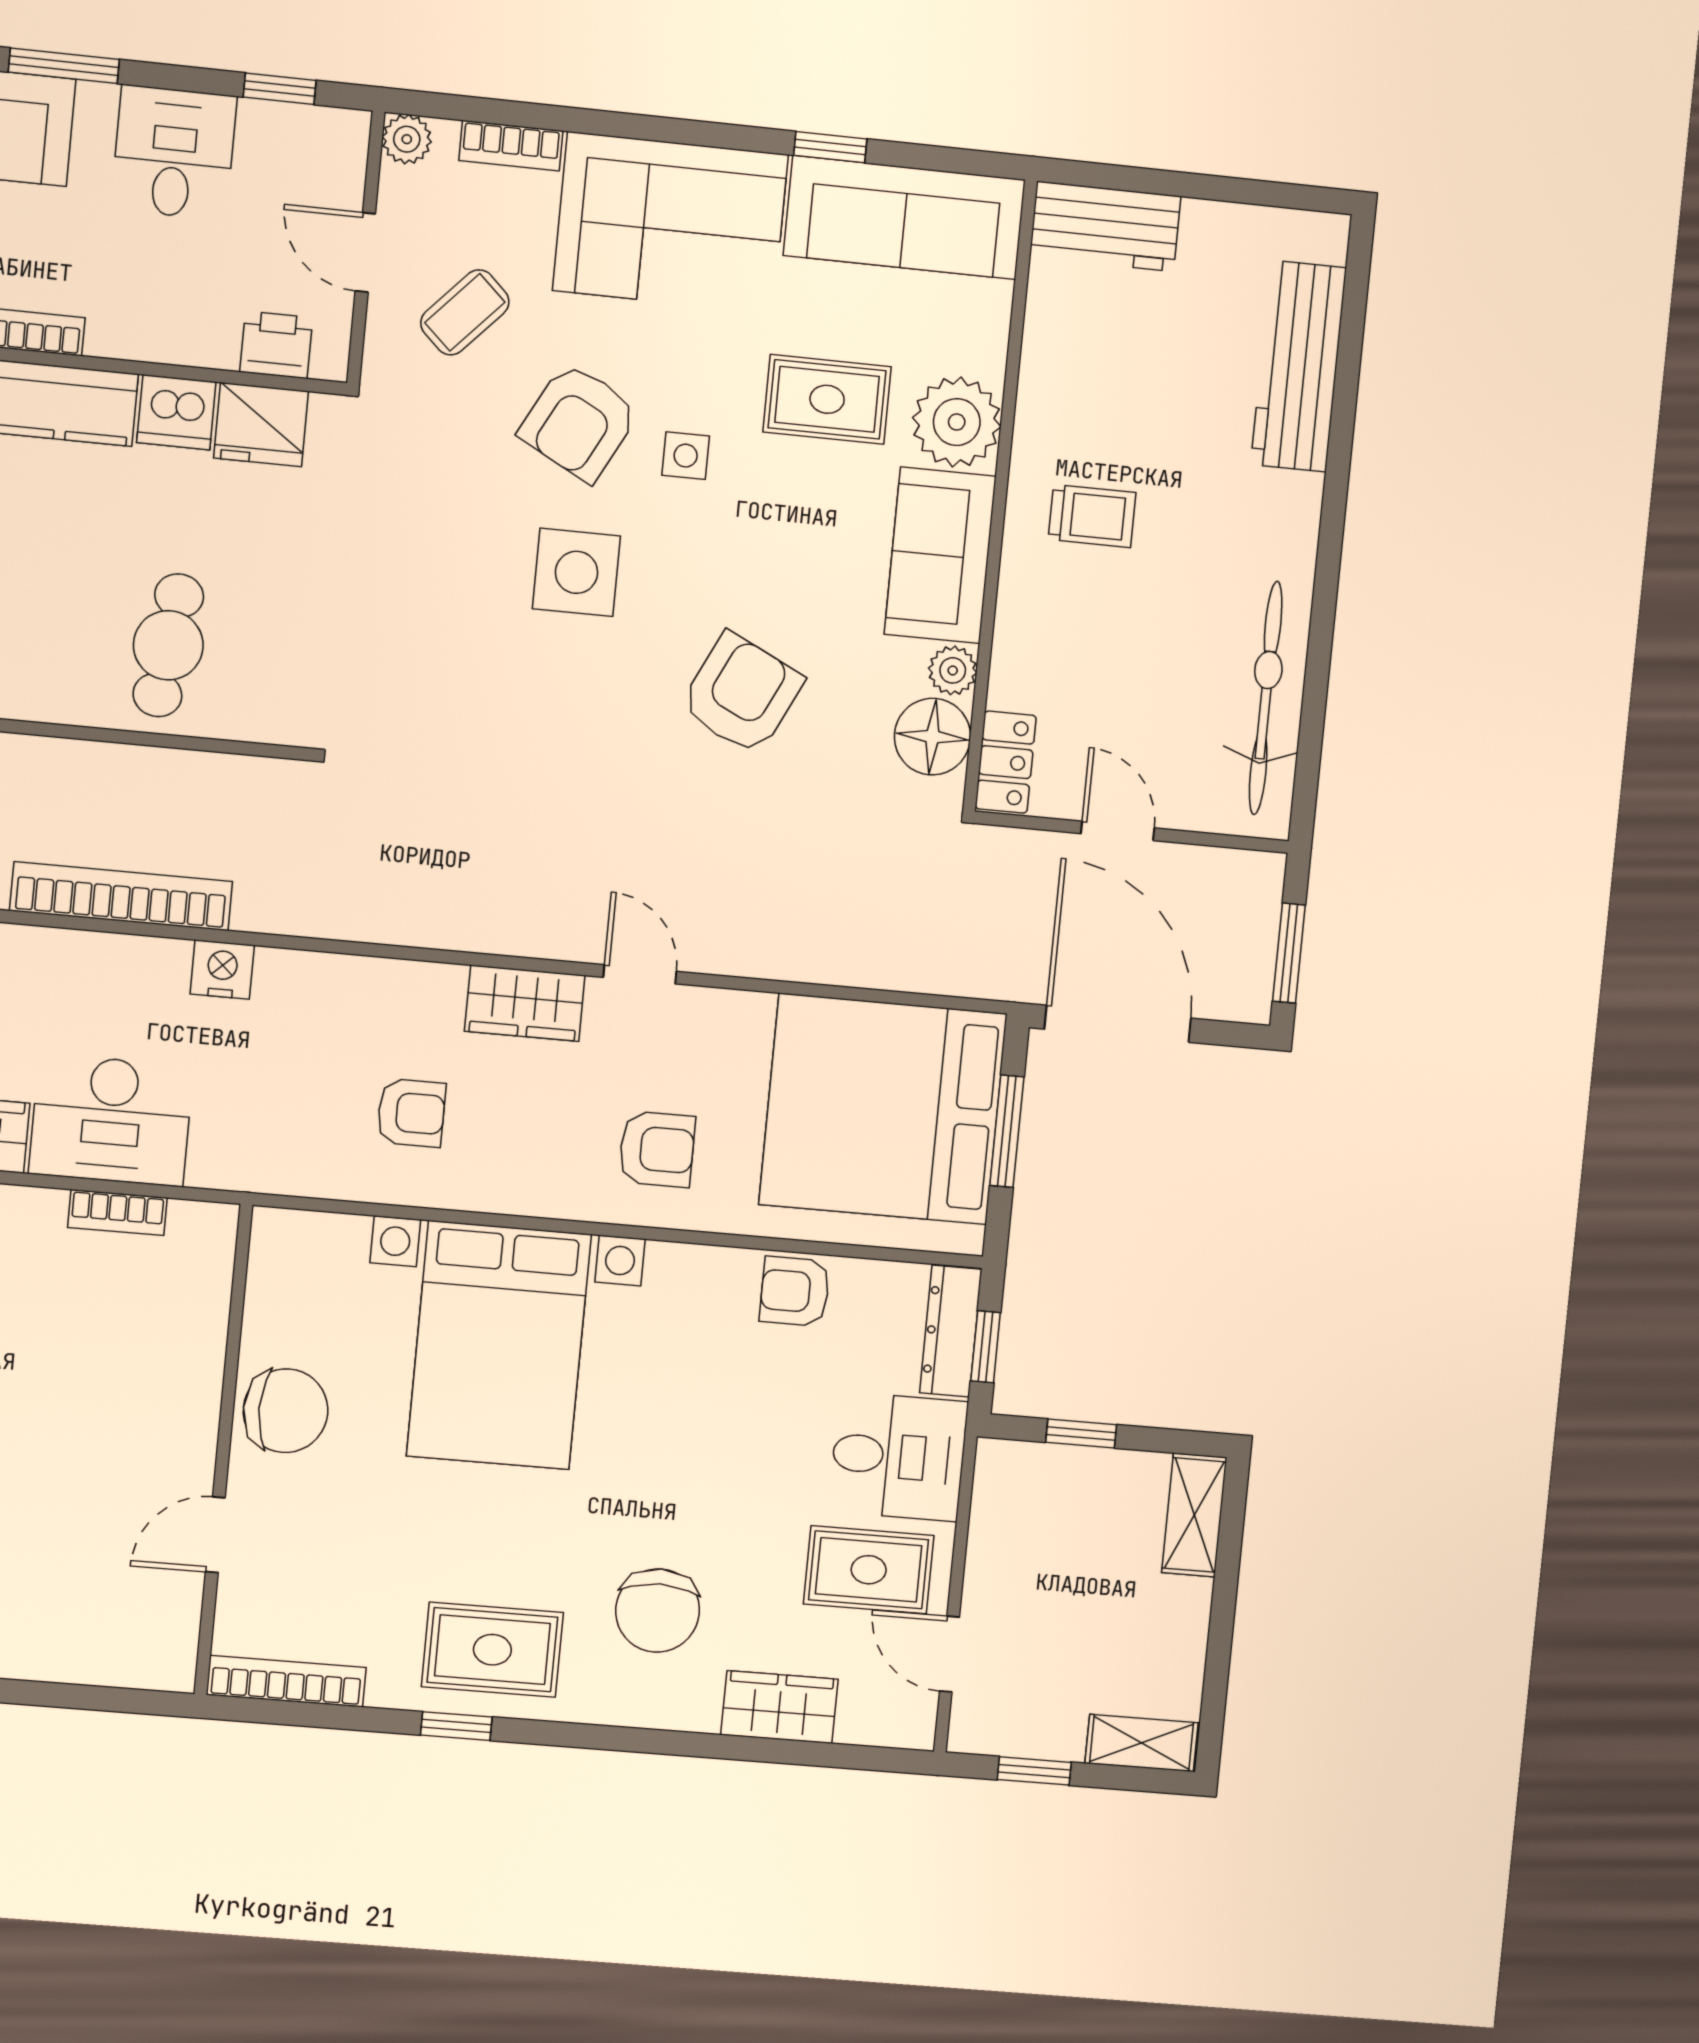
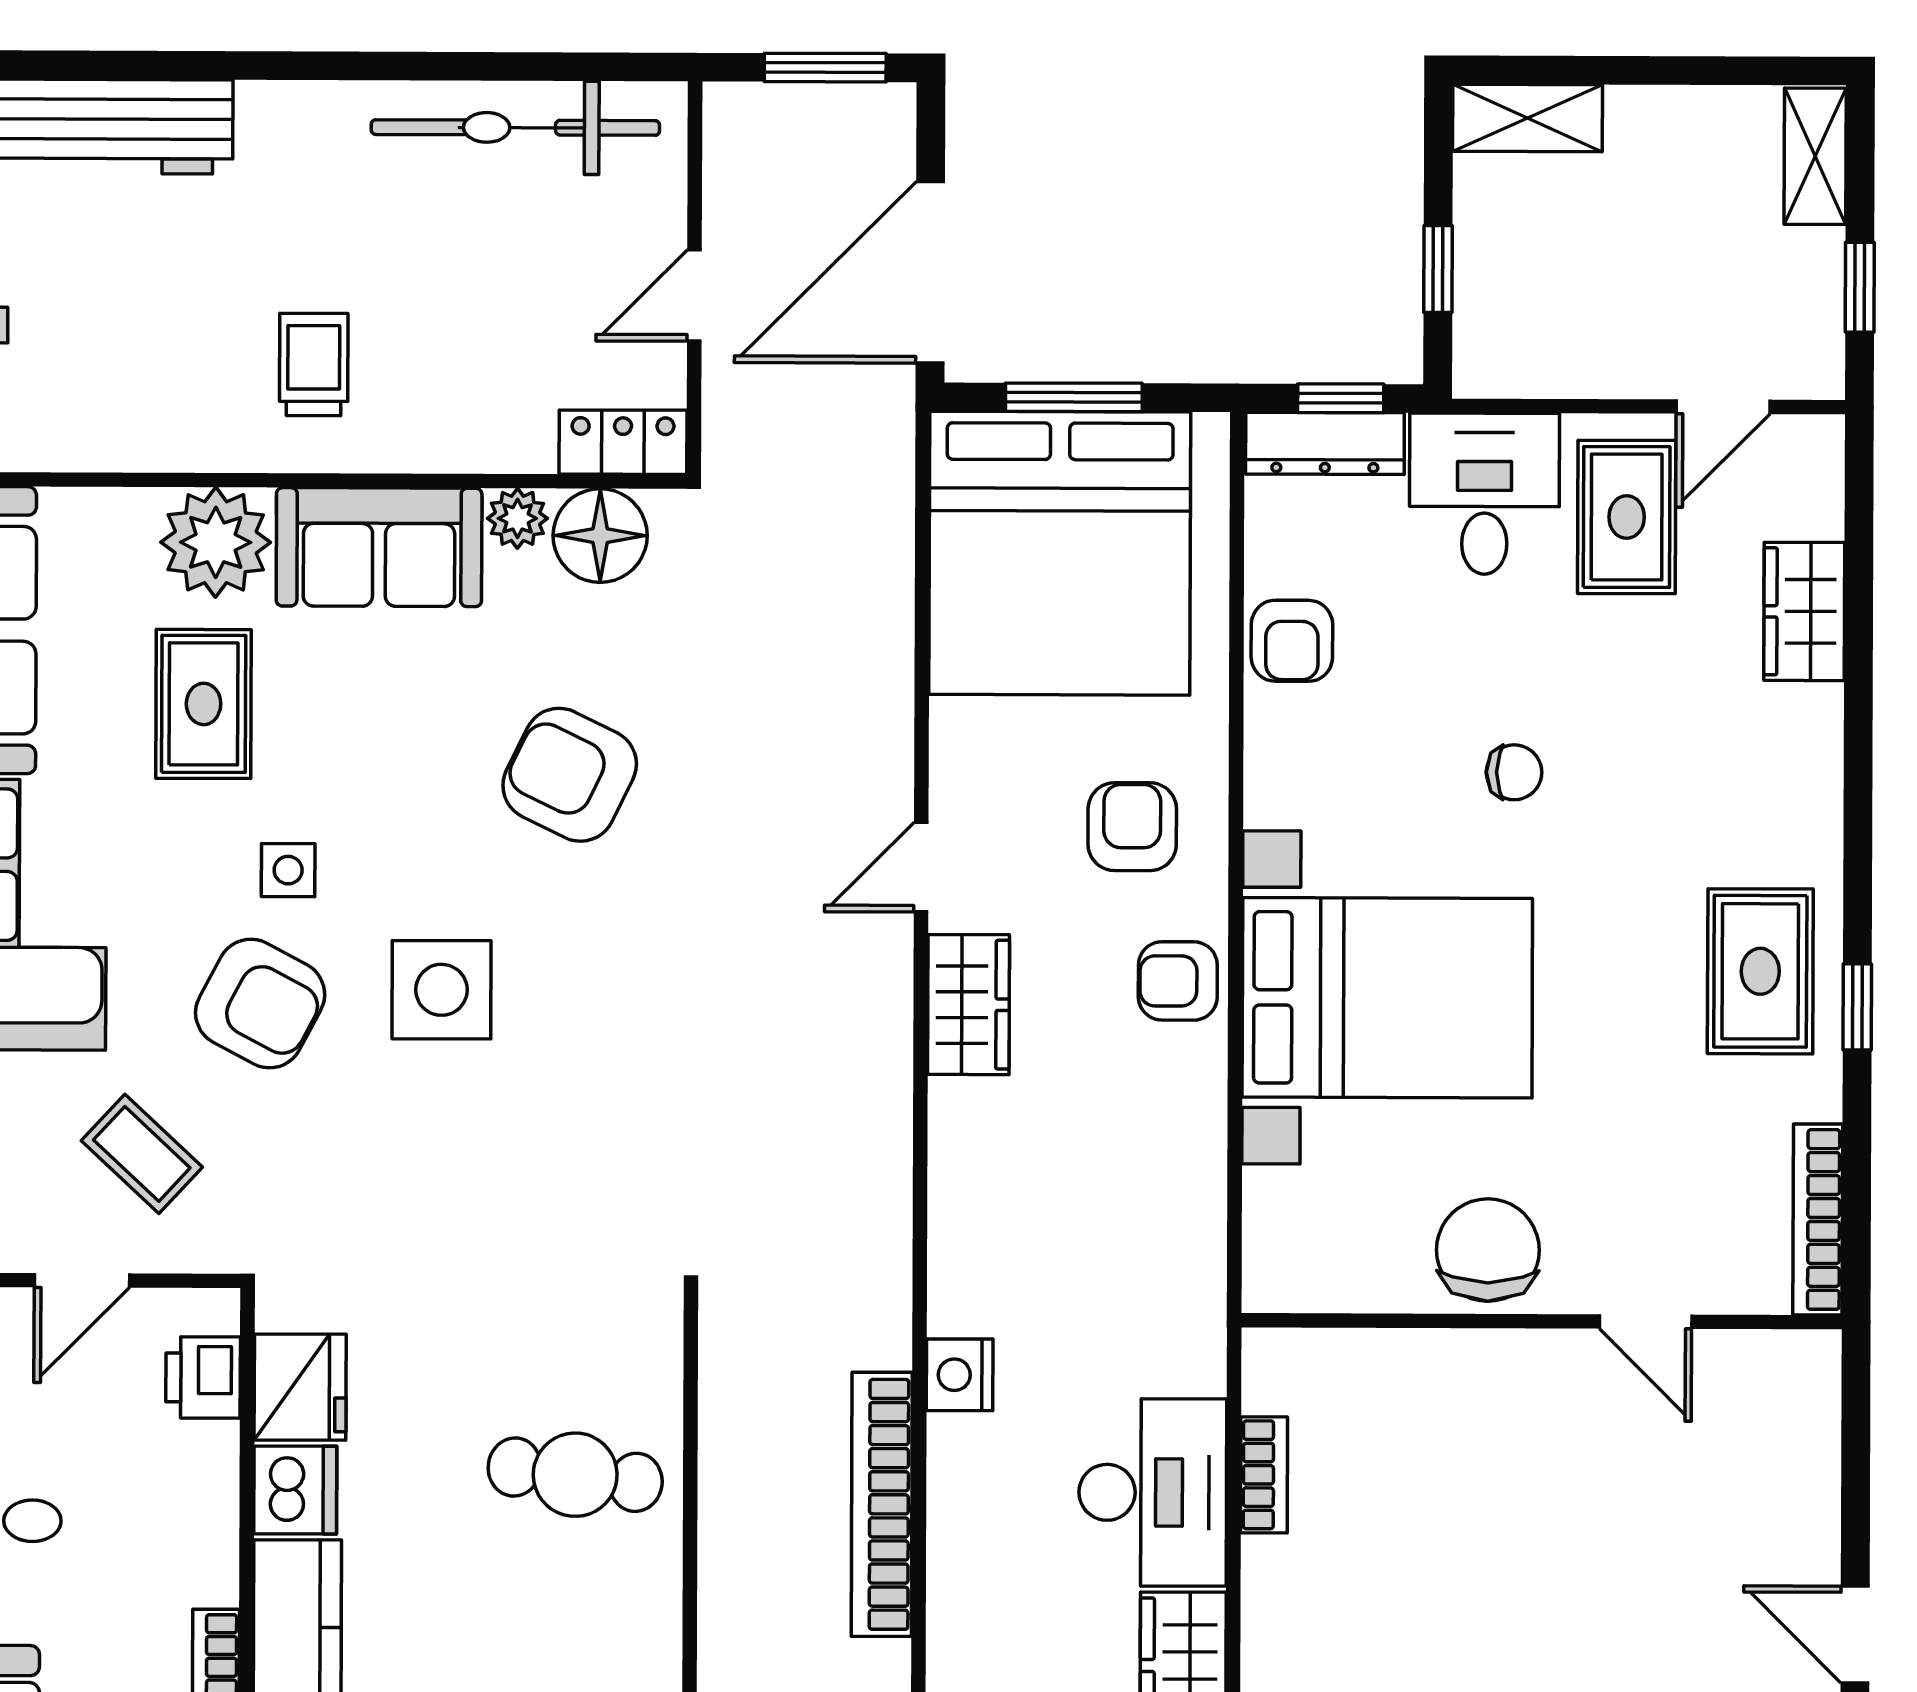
armchair: (411, 1113) -> (1178, 981), moved, turned -90
chair: (658, 1610) -> (1514, 772), moved, width x0.54, depth x0.54

